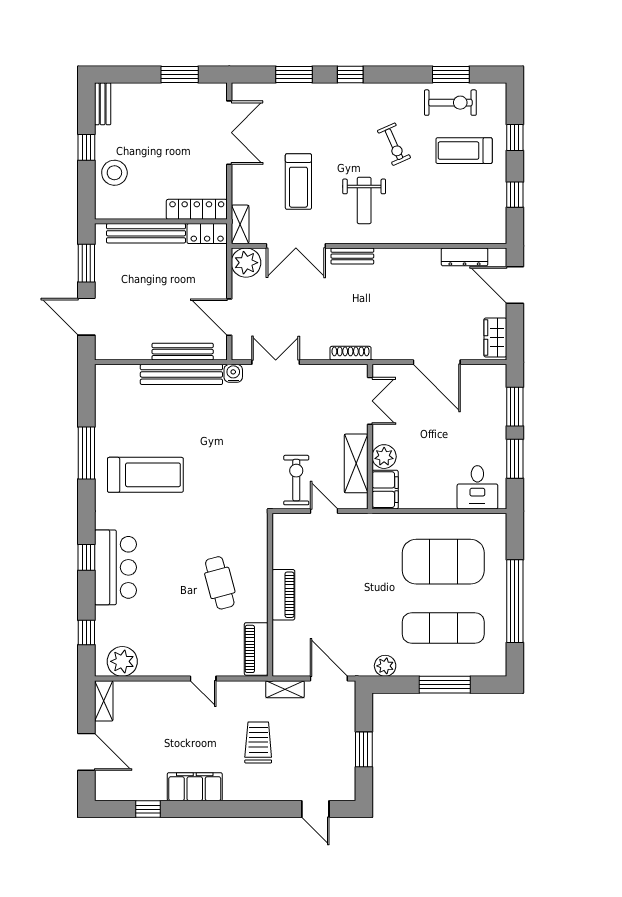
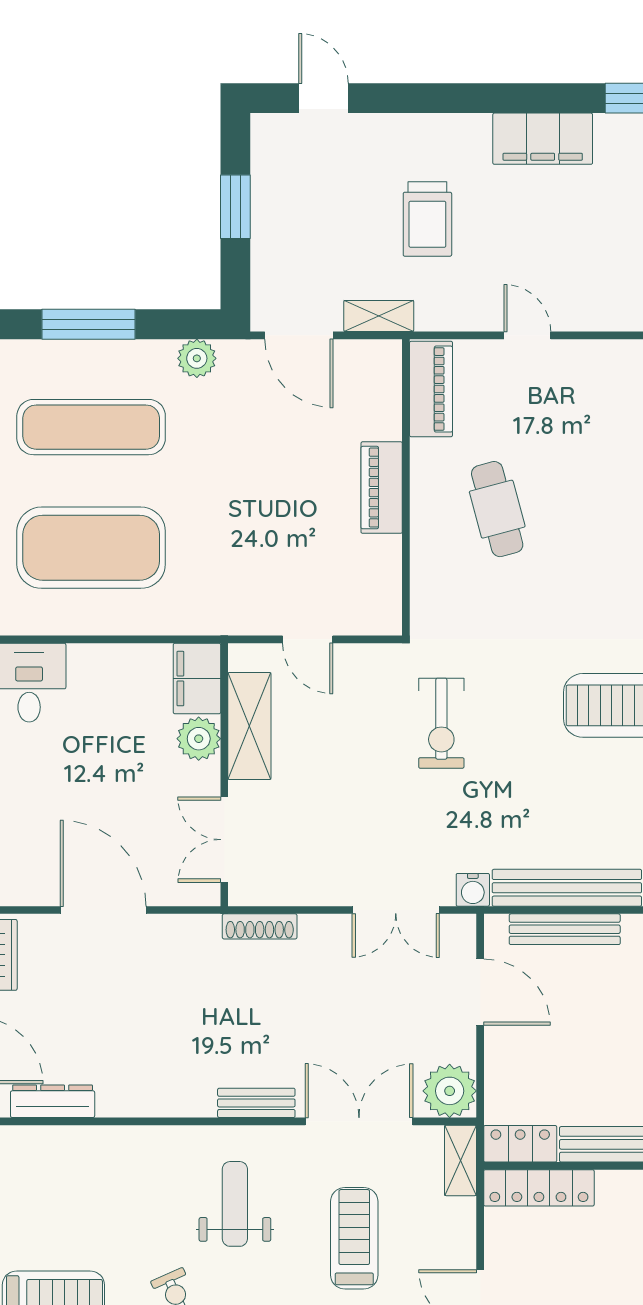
exercise bike: (296, 480) -> (441, 723), moved

